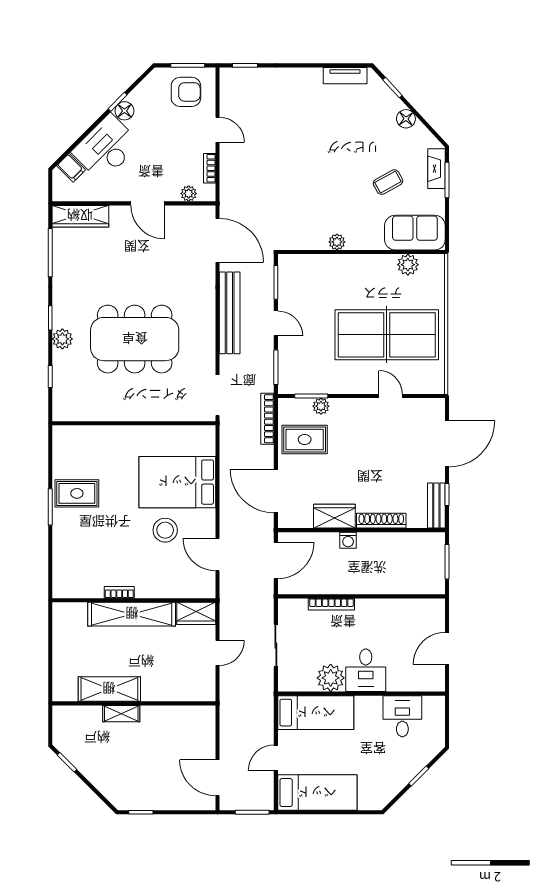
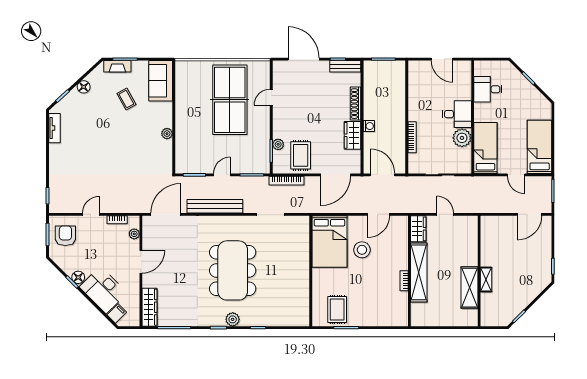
plant: (408, 265) -> (182, 86), removed
wall: (134, 423) -> (311, 271), moved

